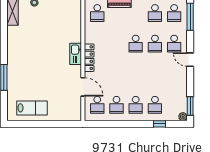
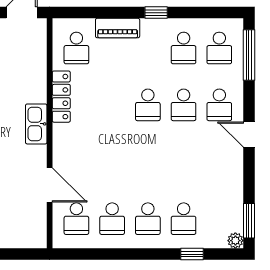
locker: (89, 58) -> (61, 97), moved

